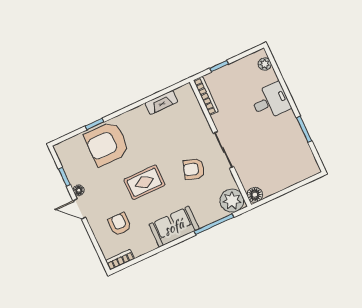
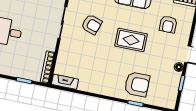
fireplace: (161, 102) -> (65, 82), moved
armchair: (107, 144) -> (137, 84), width x0.73, depth x0.73

